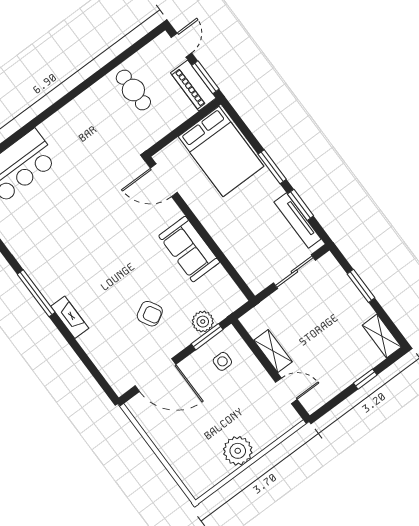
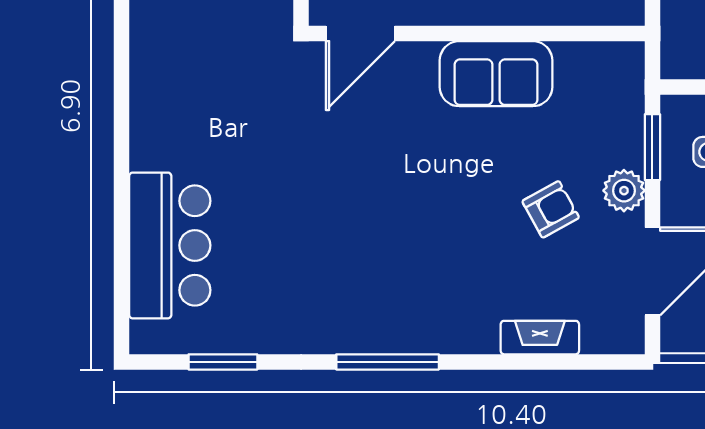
fireplace: (70, 317) -> (540, 338), moved
plant: (203, 322) -> (624, 191), moved

